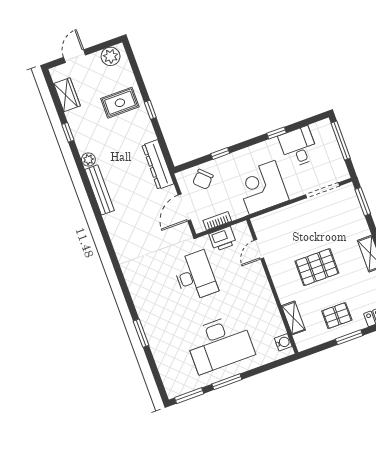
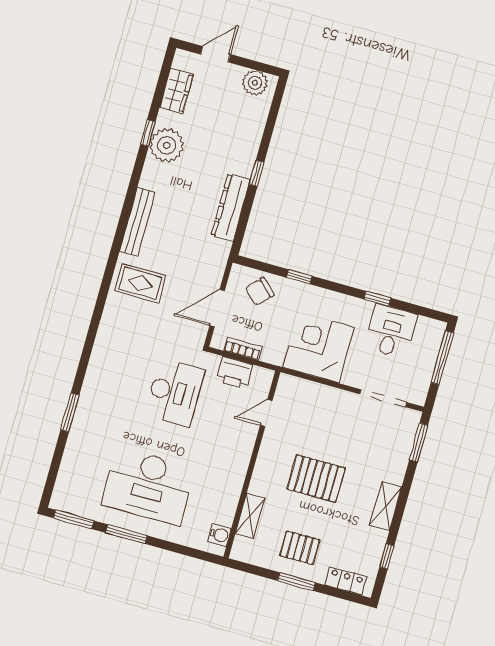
rug: (120, 103) -> (140, 283), moved
plant: (88, 160) -> (167, 145), moved, width x1.88, depth x1.88
dresser: (158, 164) -> (231, 207), moved

